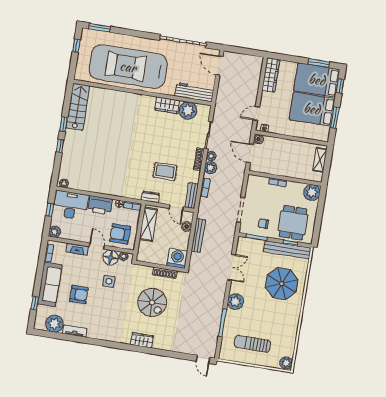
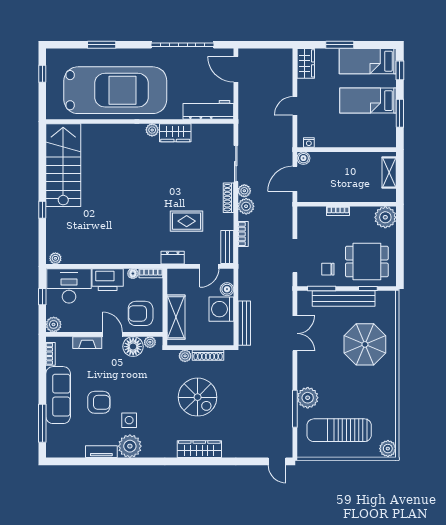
window: (100, 28) -> (102, 45), moved
window: (319, 63) -> (340, 45), moved
car: (128, 67) -> (115, 90), turned 180
wardrobe: (271, 75) -> (306, 63), width x0.67
bed: (317, 80) -> (368, 61), width x0.67
stairs: (78, 107) -> (63, 165), width x1.36, depth x1.51
bed: (312, 109) -> (368, 101), width x0.67
plant: (188, 111) -> (152, 130), moved, width x0.53, depth x0.53
door: (256, 113) -> (295, 106), moved
window: (64, 124) -> (42, 180), removed
door: (250, 153) -> (295, 179), hinge flipped
door: (176, 208) -> (209, 266), hinge flipped
dining table: (293, 223) -> (367, 262), turned 90
shelving: (148, 224) -> (176, 317), moved
bench: (198, 235) -> (244, 323), moved
bench: (287, 250) -> (344, 298), moved
washing machine: (177, 258) -> (221, 309), moved, turned -90
plant: (148, 271) -> (185, 356), added
side table: (109, 281) -> (129, 420), moved
plant: (235, 302) -> (308, 398), moved
window: (35, 303) -> (42, 423), width x2.17
plant: (54, 324) -> (130, 446), moved
wardrobe: (142, 340) -> (199, 449), width x1.50
sun lounger: (252, 344) -> (339, 430), width x1.36, depth x1.34

